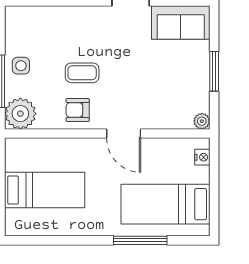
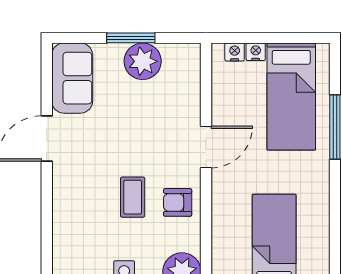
armchair: (78, 110) -> (178, 202), turned 90
plant: (202, 121) -> (143, 61), moved, width x1.87, depth x1.87
nightstand: (203, 175) -> (256, 52), added

